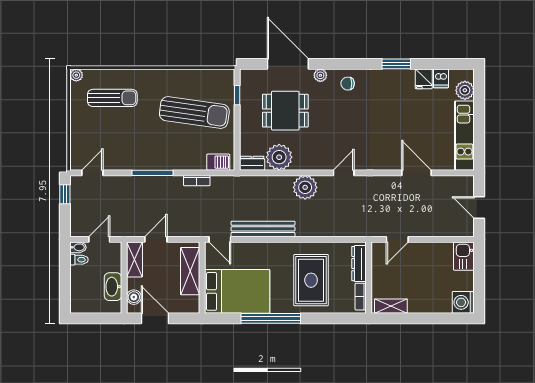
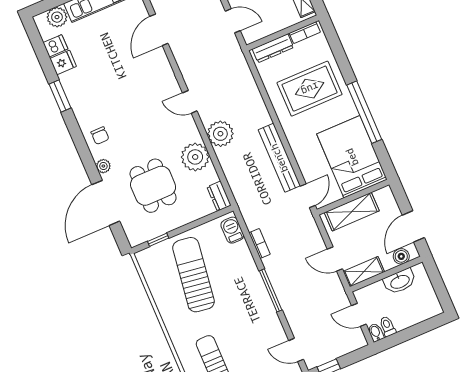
plant: (279, 157) -> (195, 157), moved

